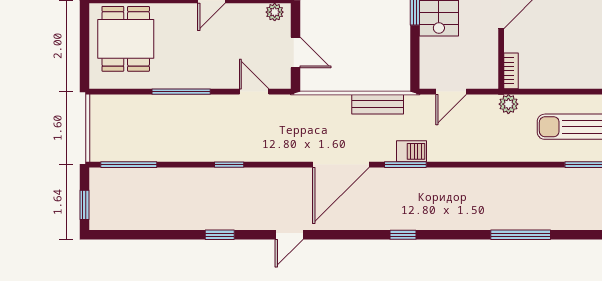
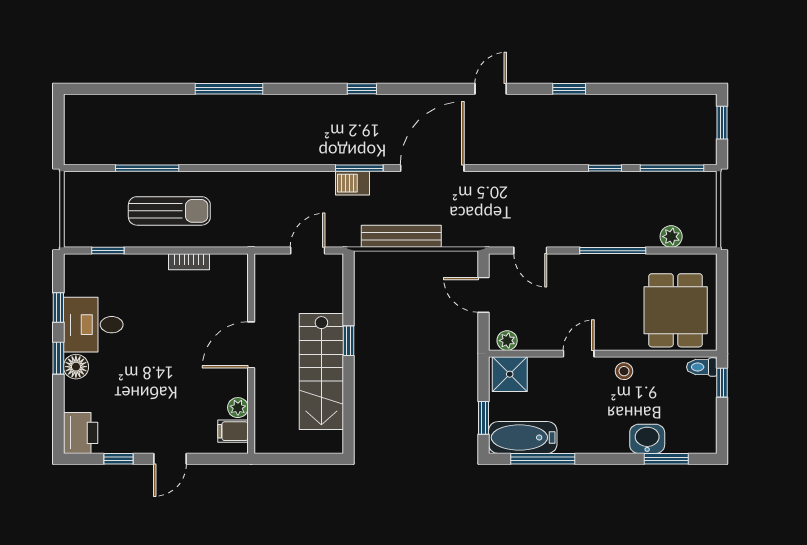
bookcase: (511, 71) -> (189, 262), moved, turned -90
bench: (378, 104) -> (401, 236), width x1.36
plant: (508, 104) -> (671, 237), moved
window: (229, 165) -> (605, 168), moved

